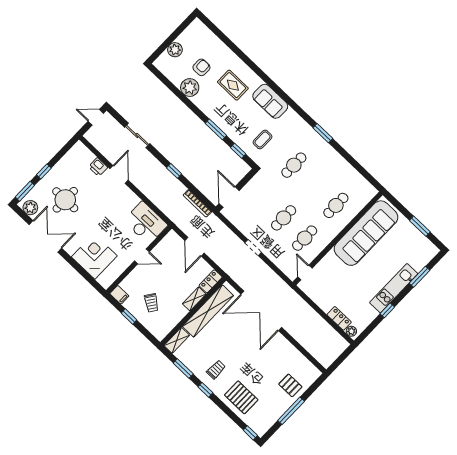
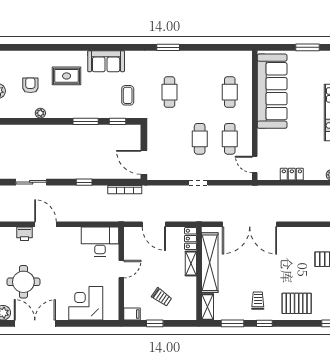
plant: (190, 88) -> (40, 113), width x0.53, depth x0.53
locker: (339, 318) -> (292, 174), moved

